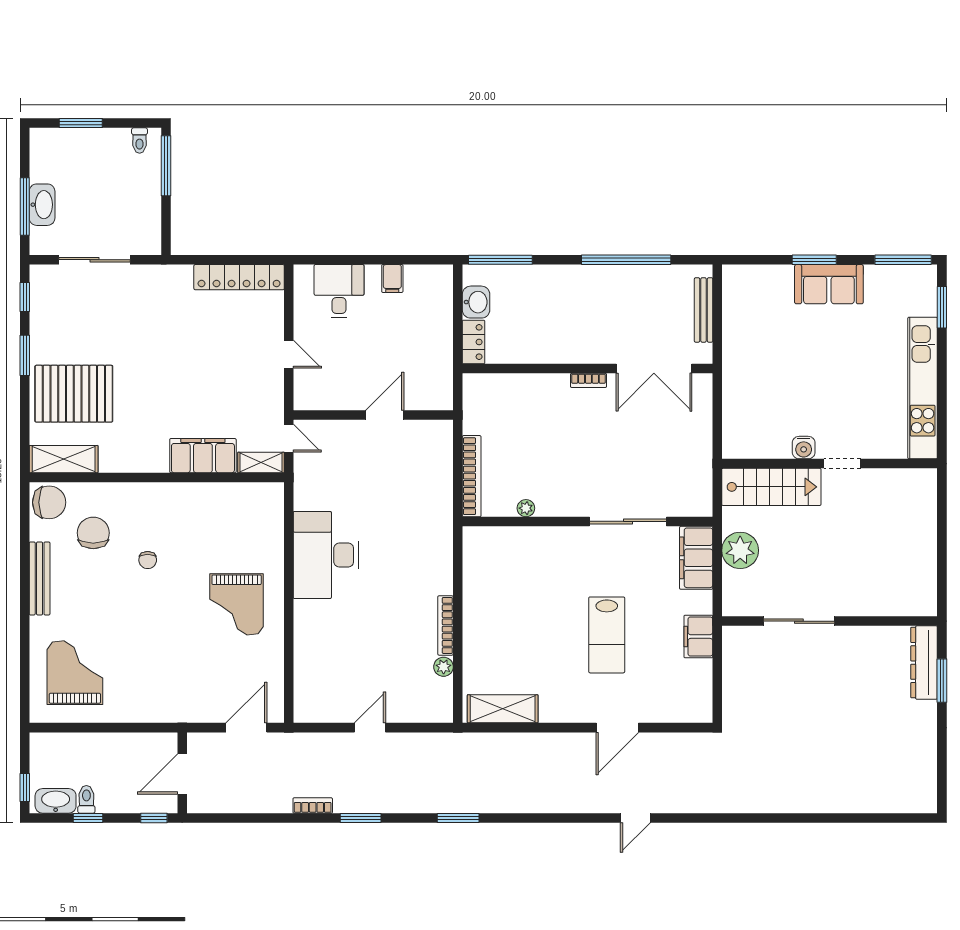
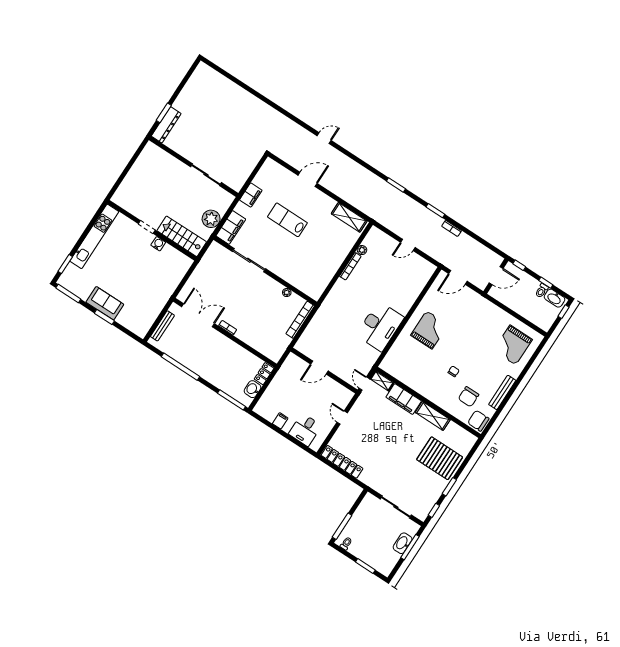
shelving: (64, 459) -> (433, 416), moved
lab bench: (607, 635) -> (287, 220), turned -90

